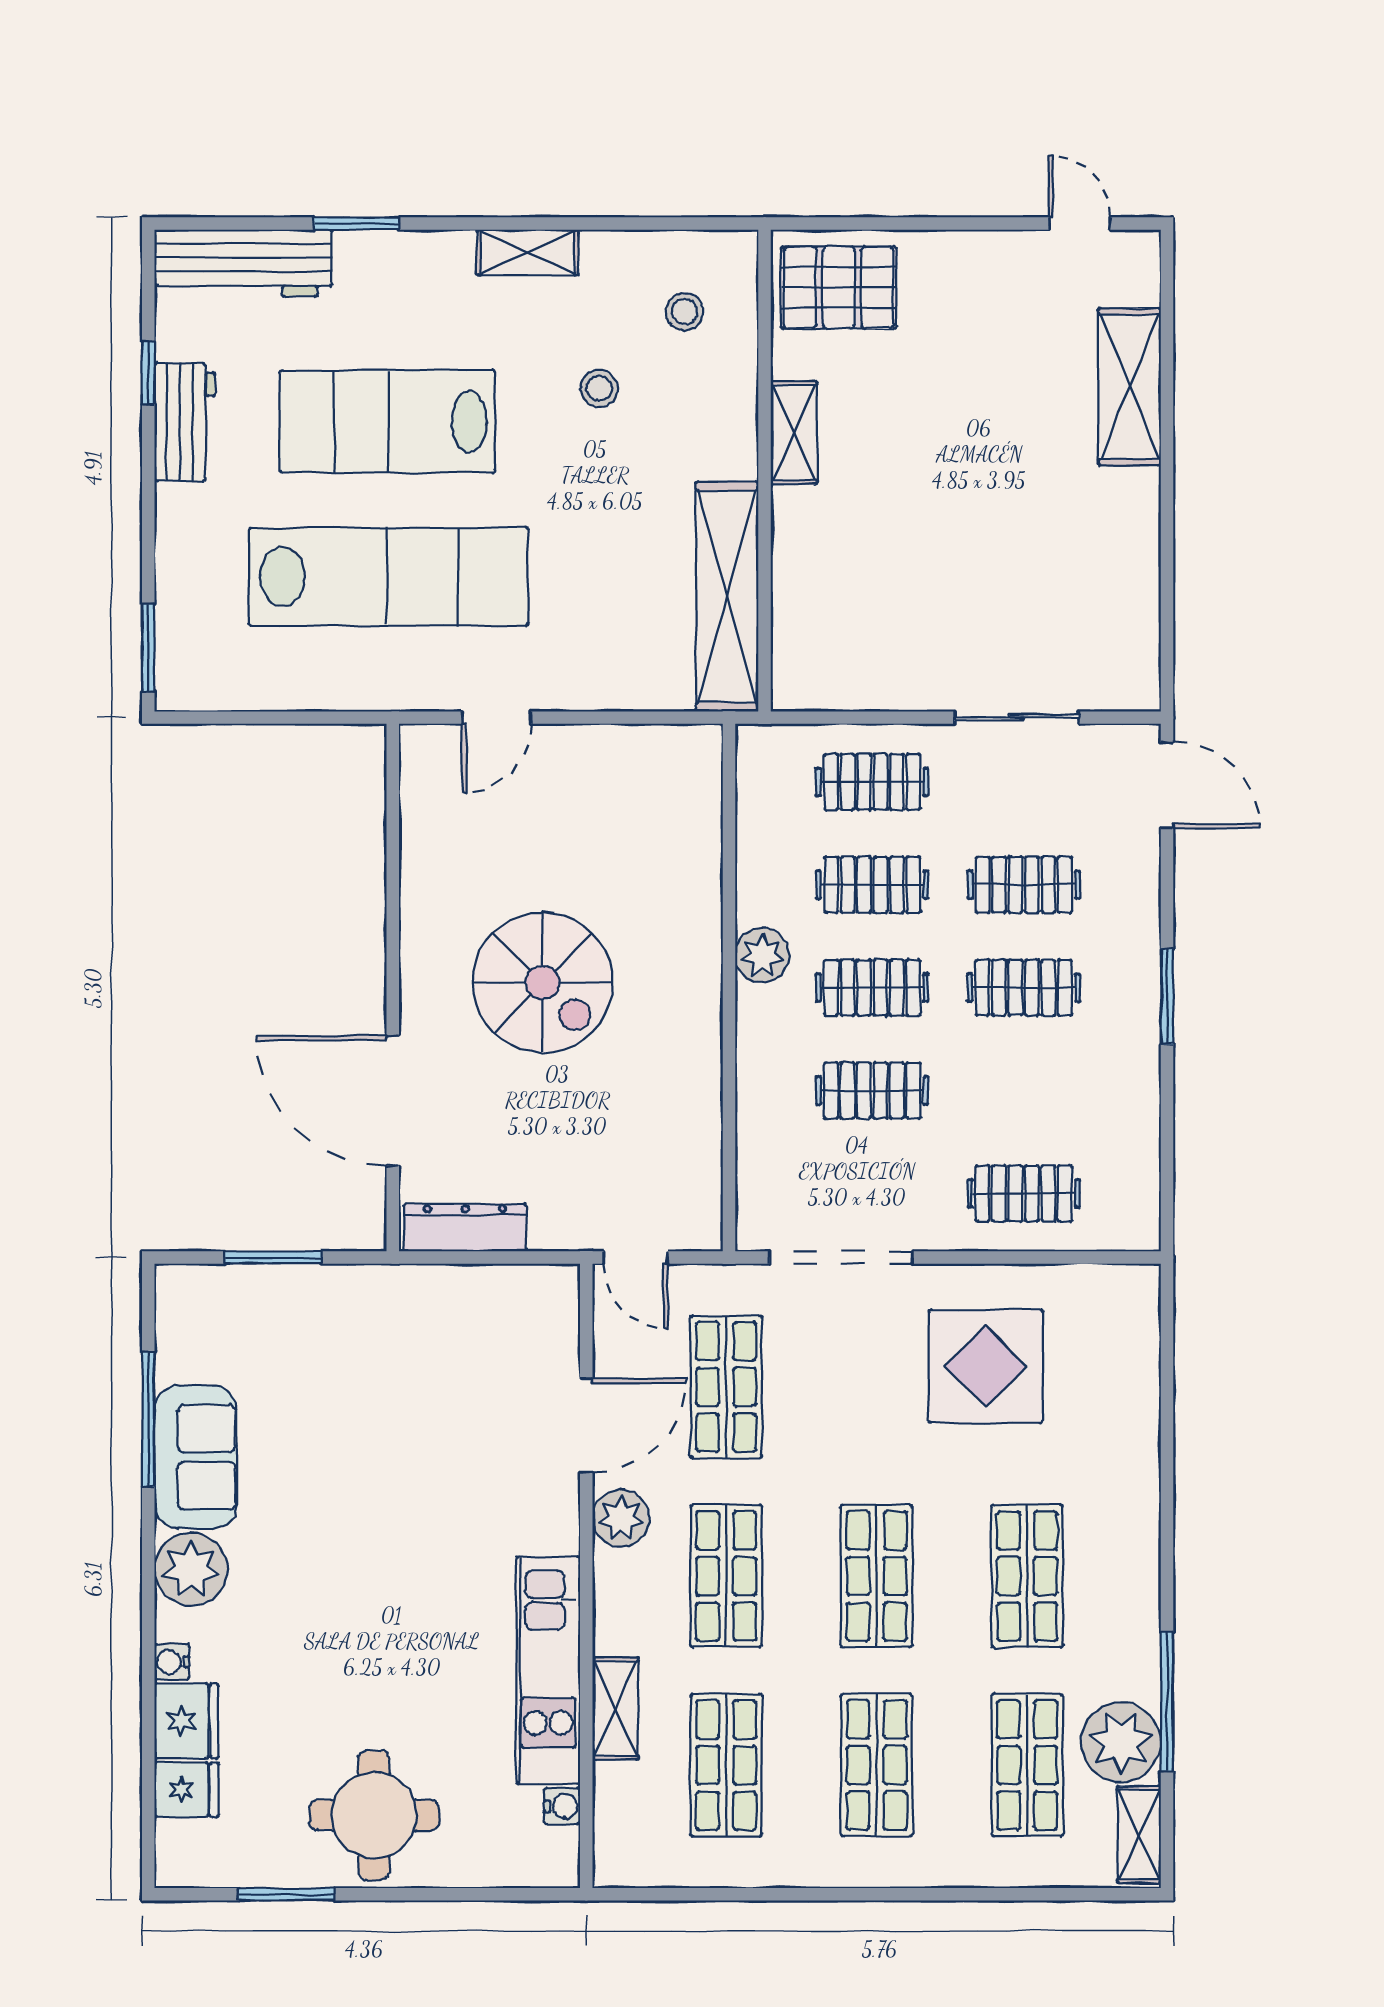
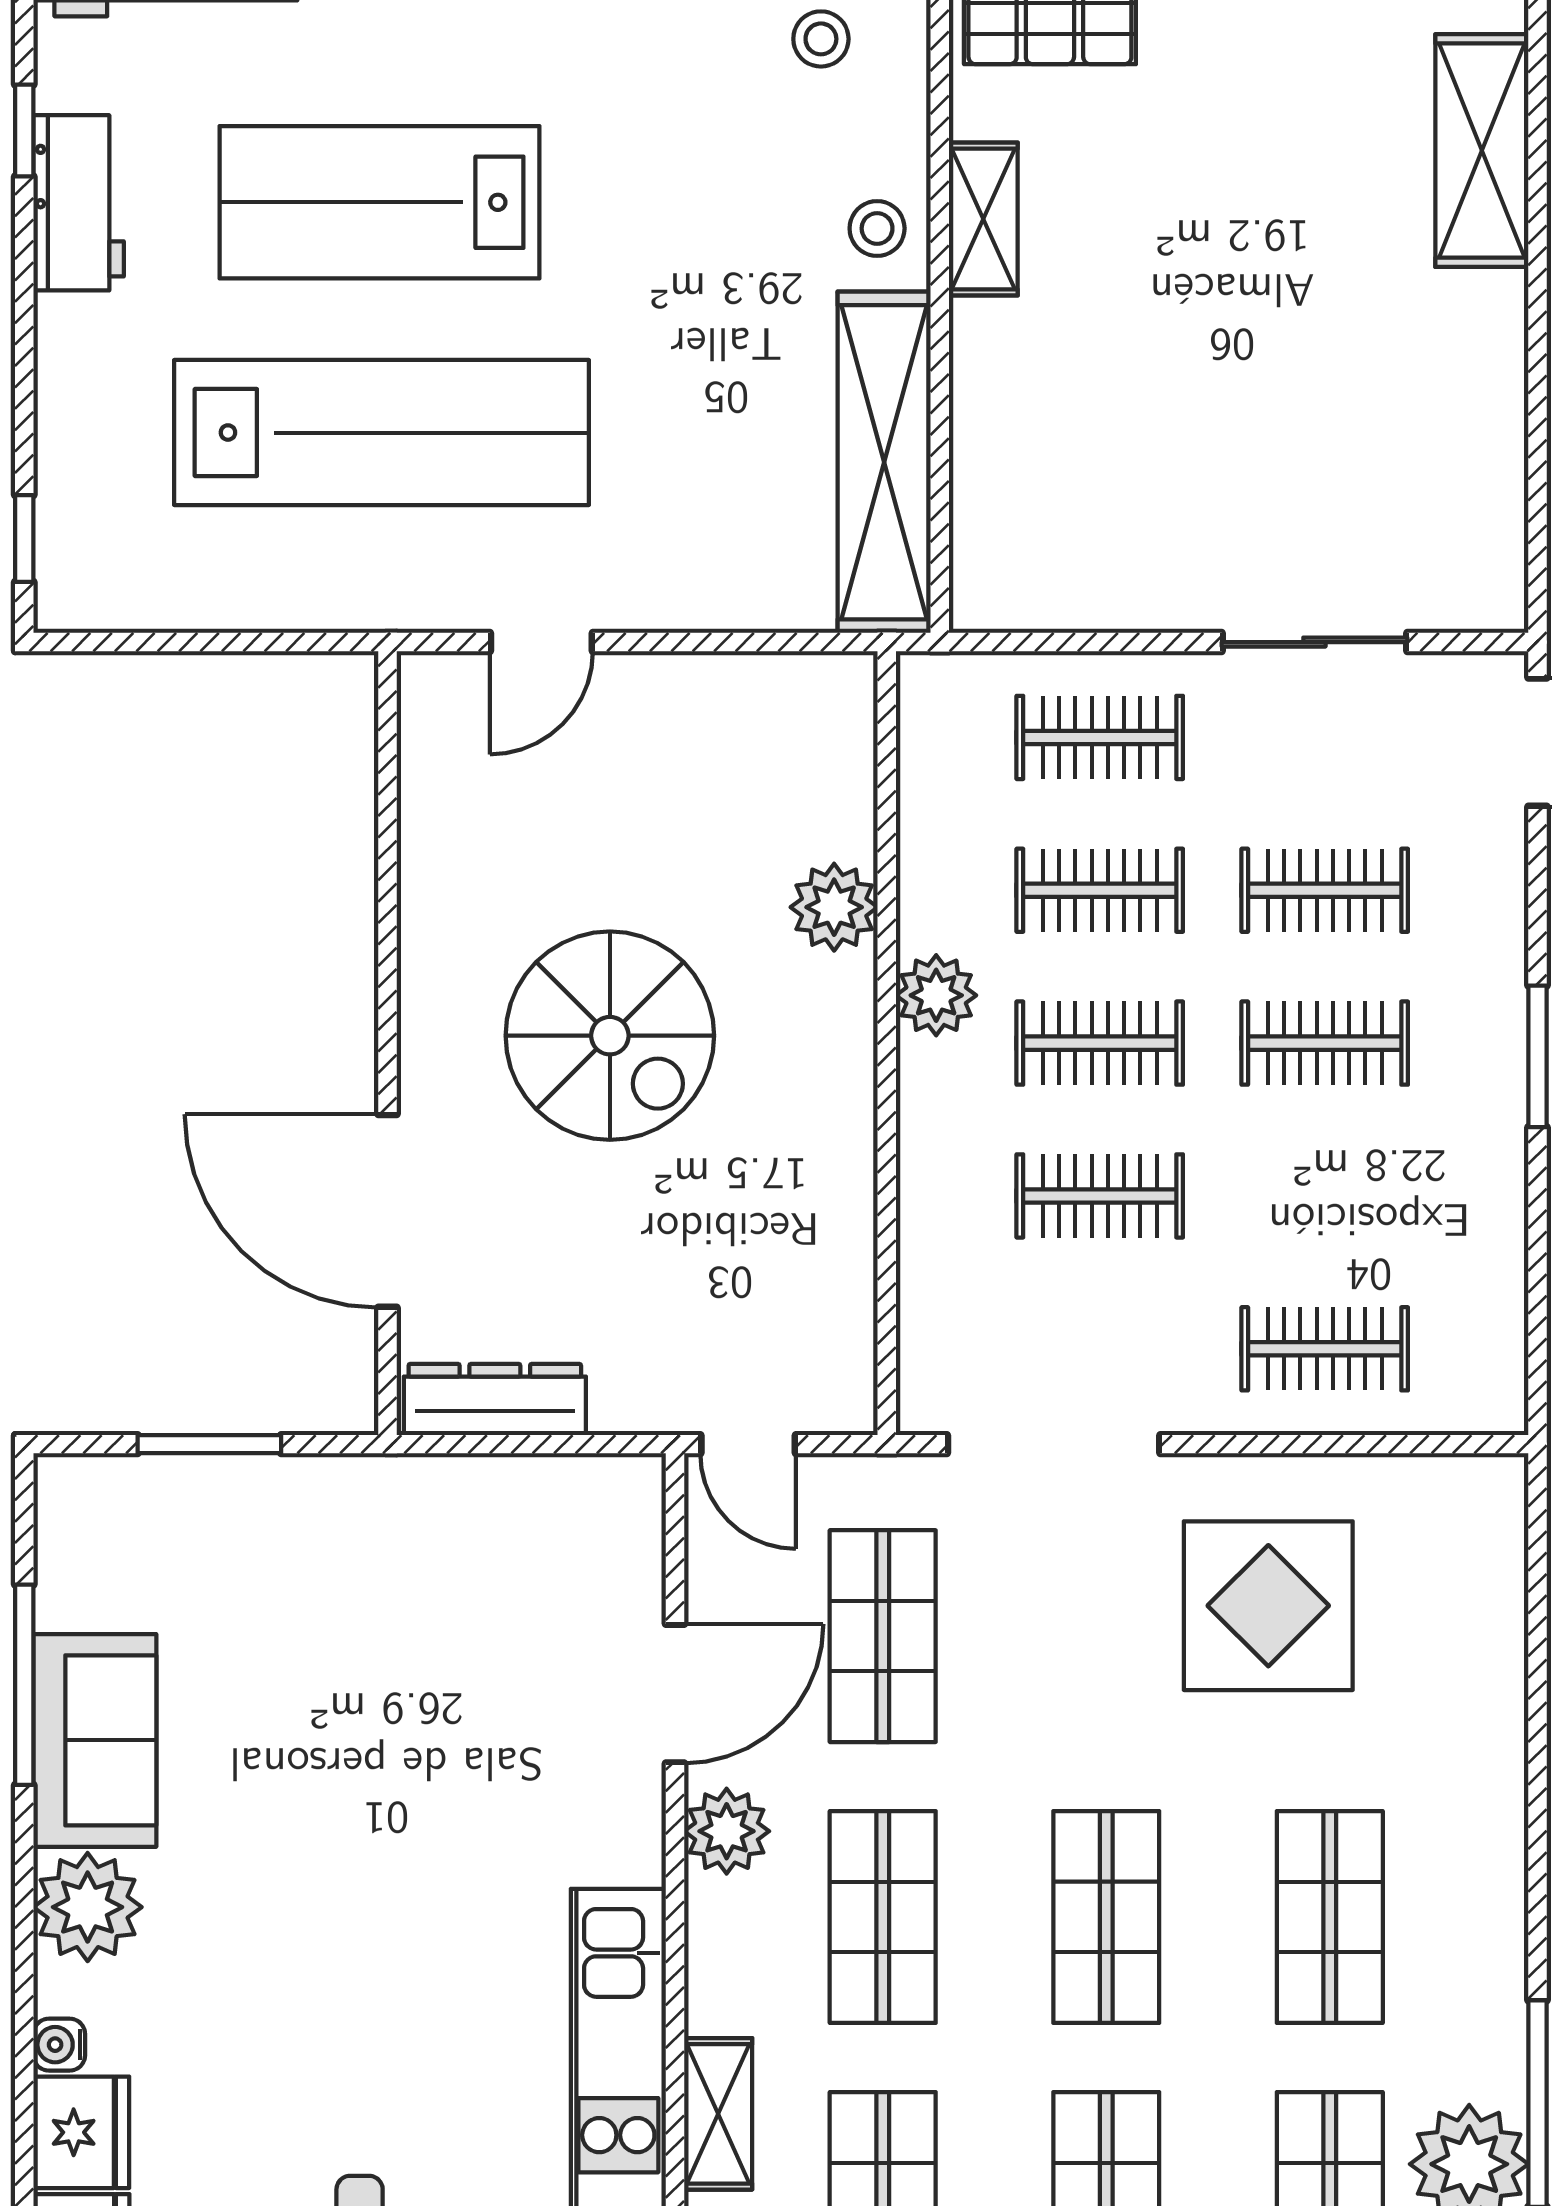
stool: (599, 388) -> (877, 228), moved
window: (148, 648) -> (24, 539), width x0.67
plant: (693, 896) -> (834, 907), added

